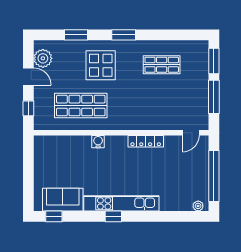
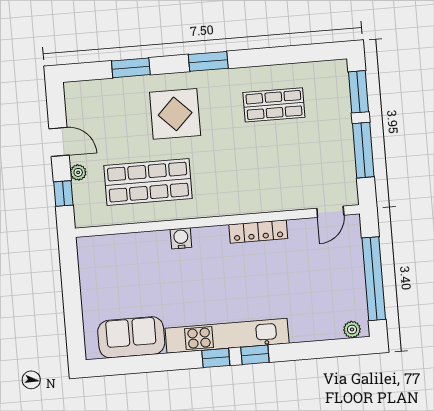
plant: (43, 58) -> (78, 172), moved, width x0.53, depth x0.53
window: (54, 216) -> (255, 355), moved

